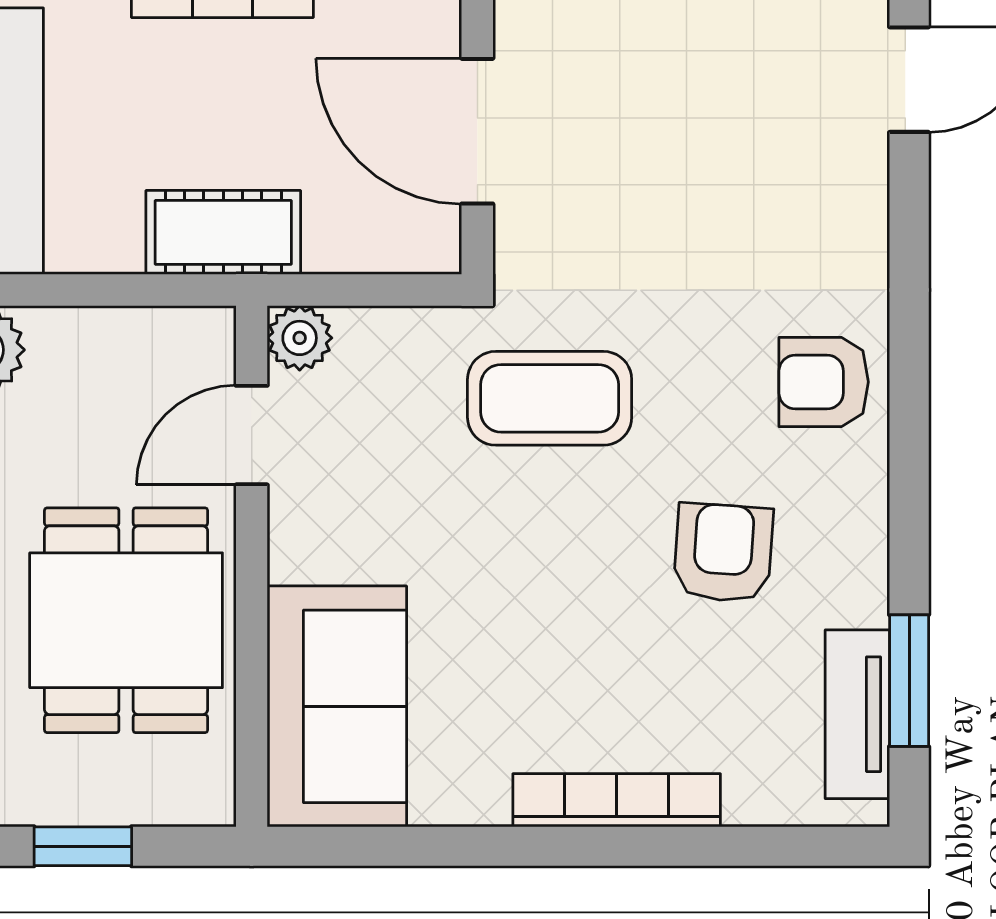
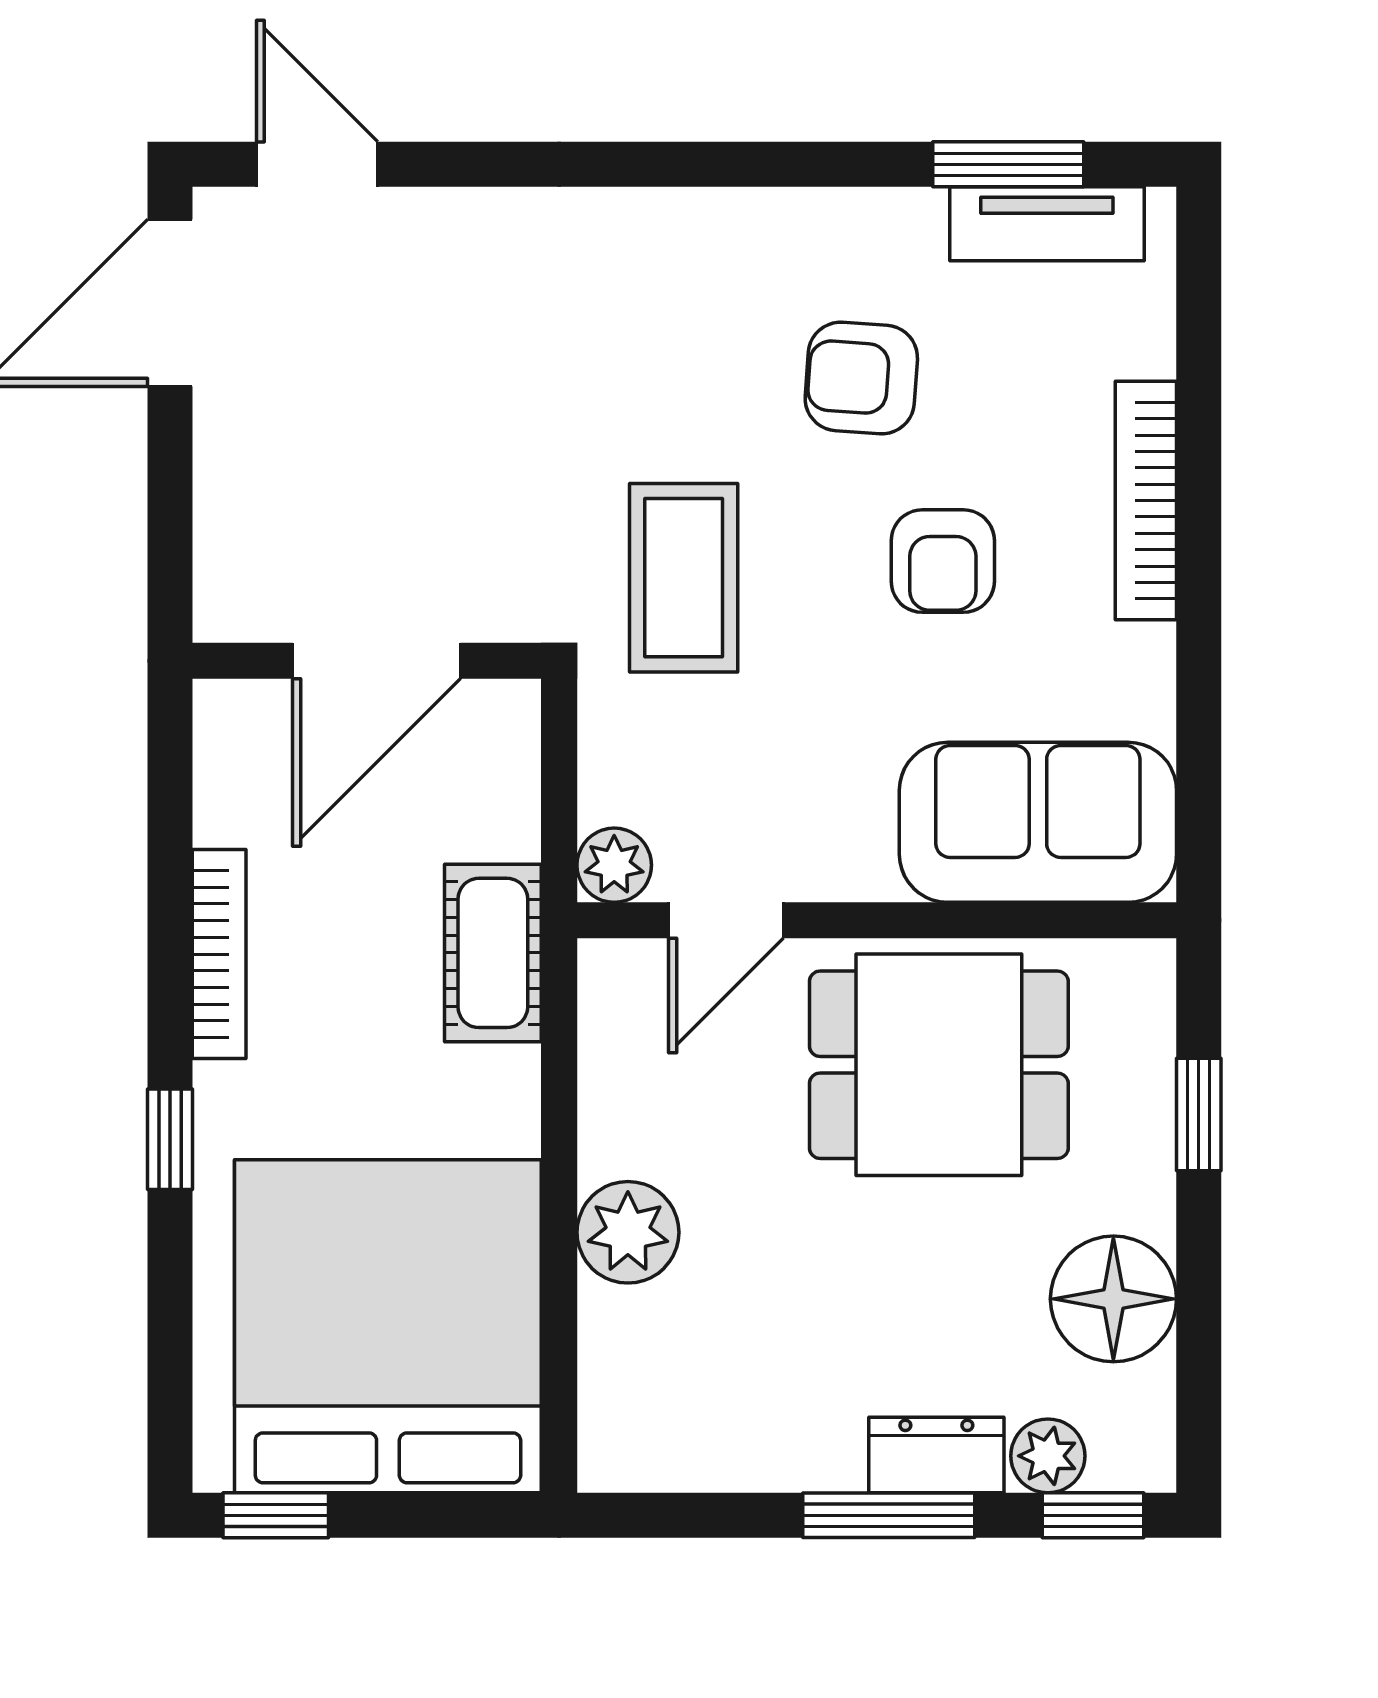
armchair: (824, 382) -> (943, 561), moved
door: (252, 435) -> (726, 920), hinge flipped

